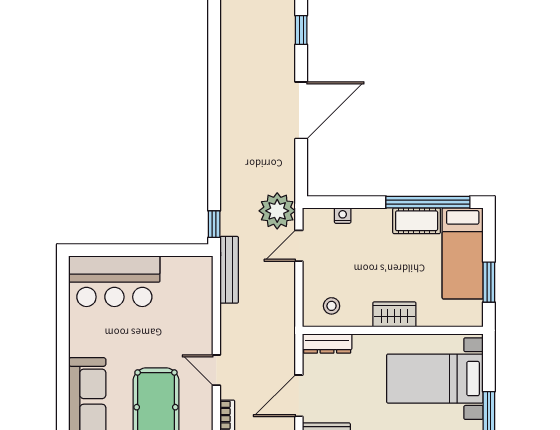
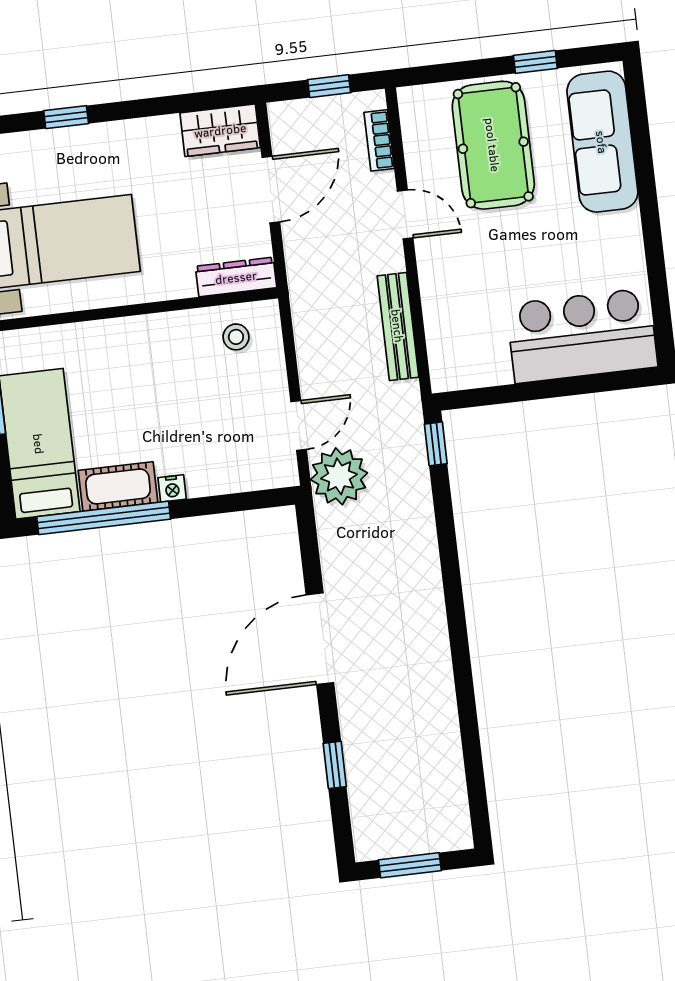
nightstand: (343, 216) -> (172, 488), moved
bench: (229, 270) -> (398, 326), moved
wardrobe: (394, 314) -> (136, 335), removed

